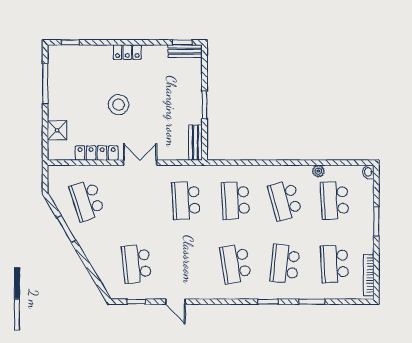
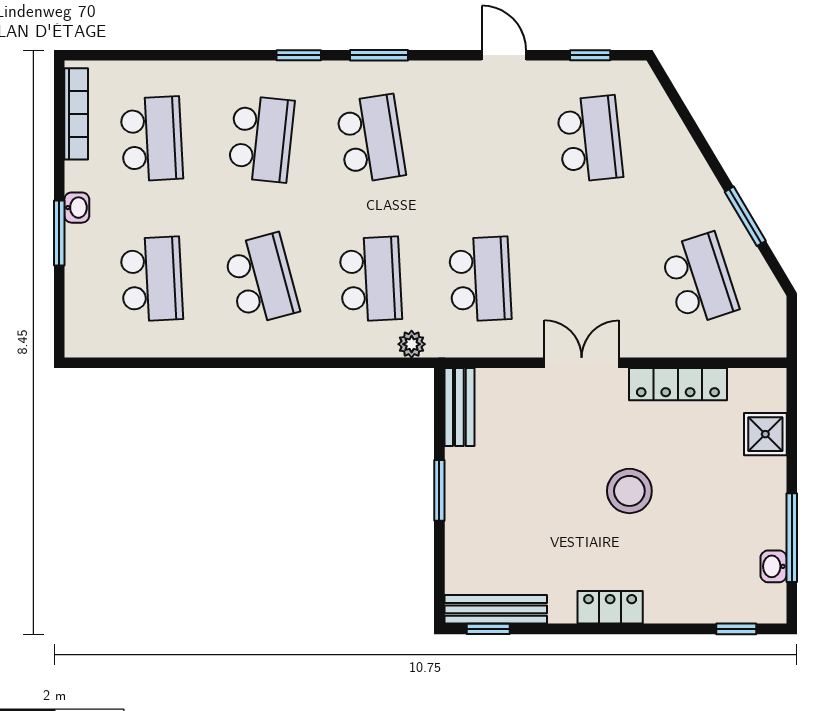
bench: (185, 51) -> (496, 609), width x1.36
washbasin: (53, 71) -> (774, 566), added
double door: (140, 163) -> (582, 363), swing flipped
plant: (318, 171) -> (412, 344), moved
washbasin: (368, 172) -> (77, 208), moved
window: (312, 302) -> (379, 55), moved

